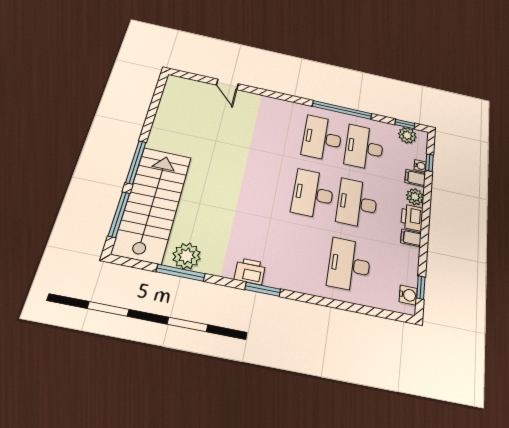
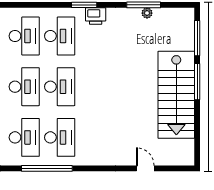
stairs: (152, 204) -> (176, 95), moved
desk: (303, 255) -> (60, 36), added
plant: (187, 256) -> (147, 13), width x0.53, depth x0.53

